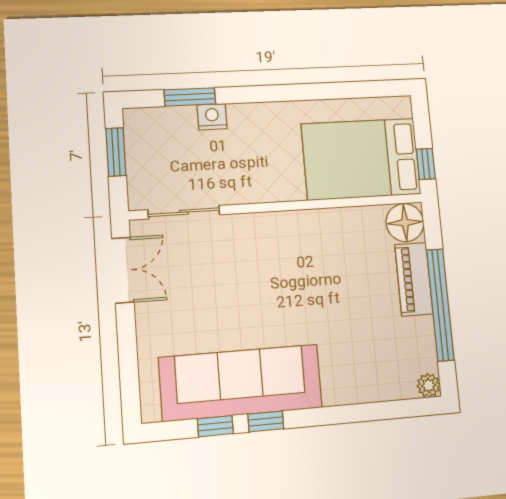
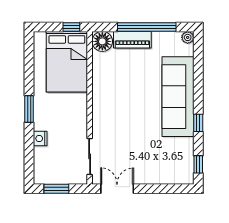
window: (190, 97) -> (29, 109), moved
sofa: (241, 383) -> (178, 97), moved
window: (215, 426) -> (198, 164), moved

